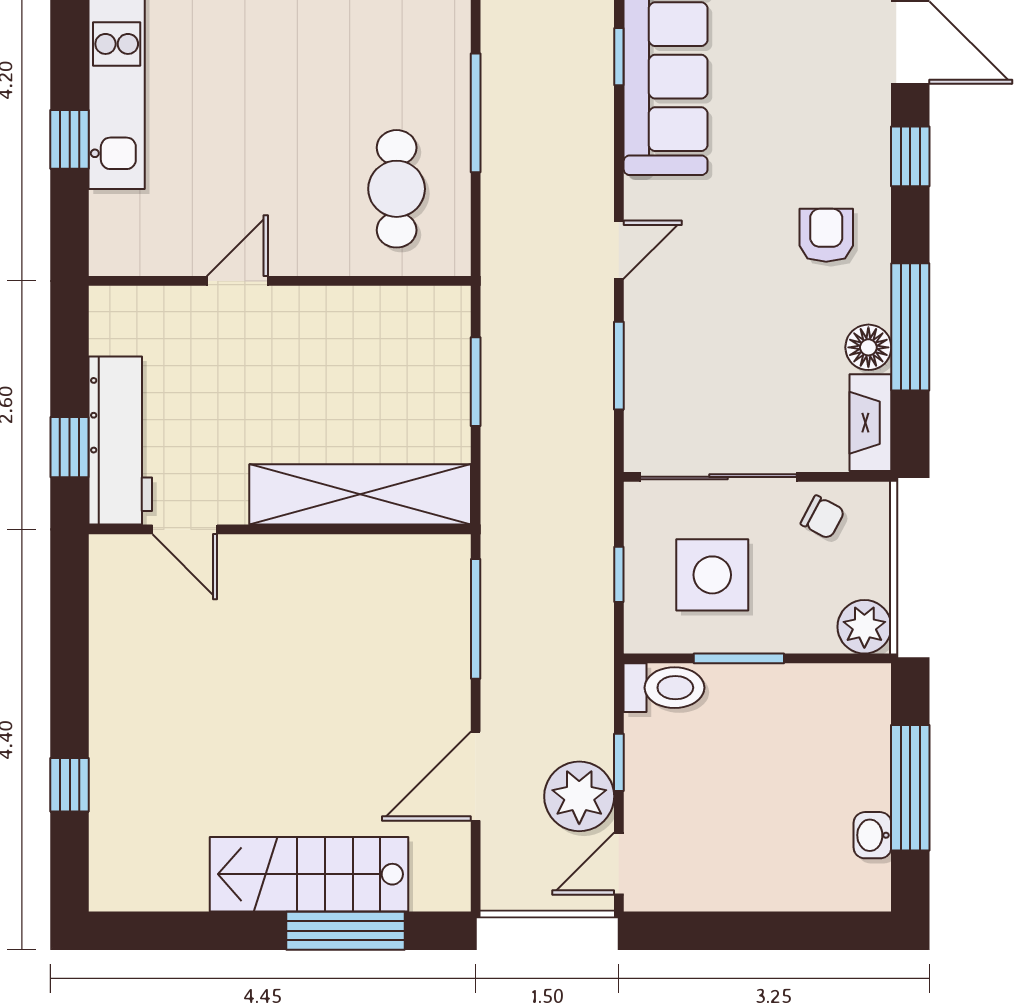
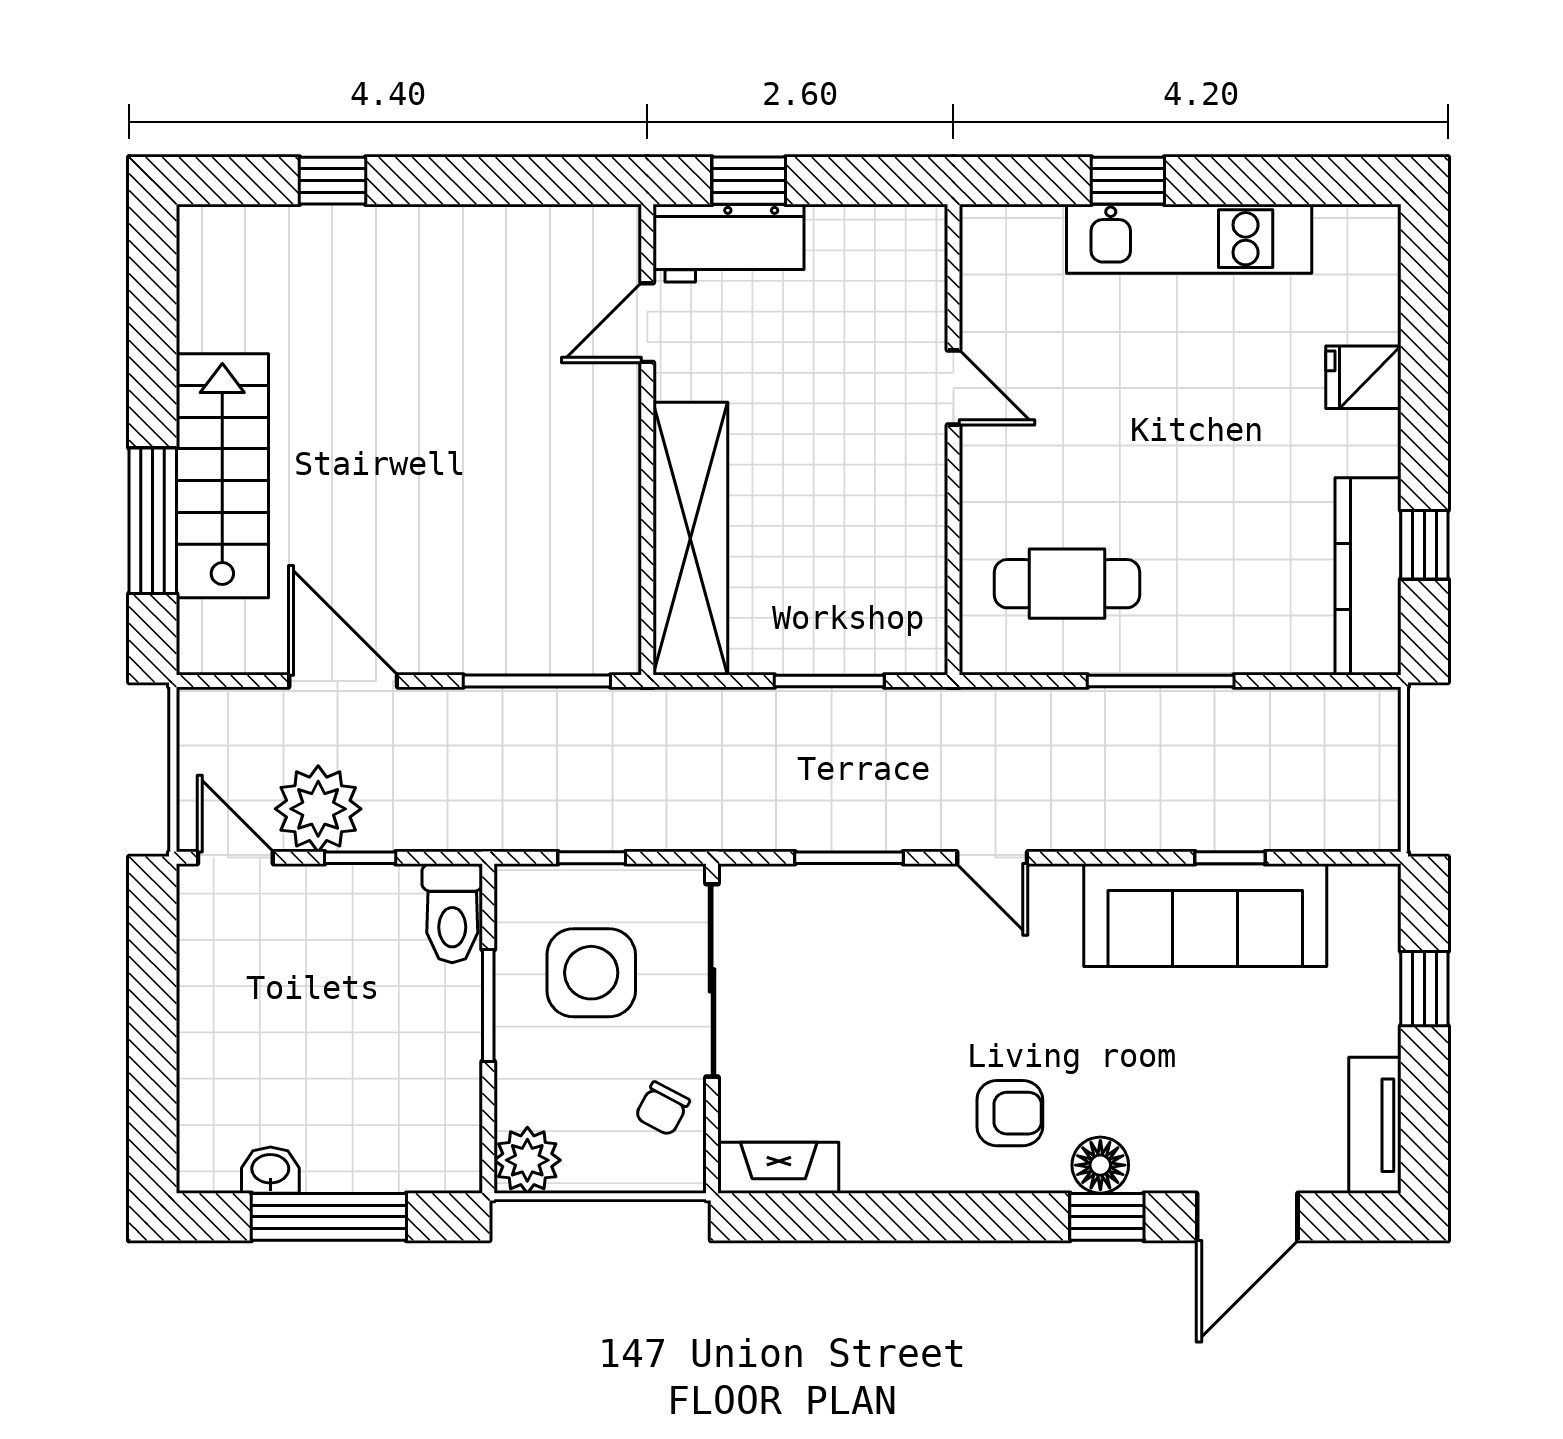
window: (910, 327) -> (897, 1217), removed
floor lamp: (868, 347) -> (1100, 1165), moved
workbench: (120, 440) -> (729, 243), width x0.73

